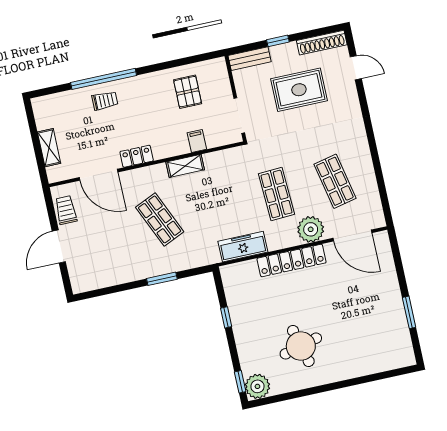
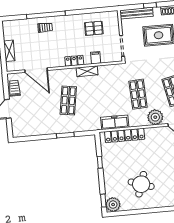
bench: (250, 59) -> (136, 13), width x1.36
pallet: (188, 92) -> (94, 28), turned 90
locker: (137, 156) -> (74, 61), moved
shop shelf: (160, 219) -> (68, 100), turned 33
locker: (292, 261) -> (125, 135), moved
round table: (301, 346) -> (141, 184), turned 33

